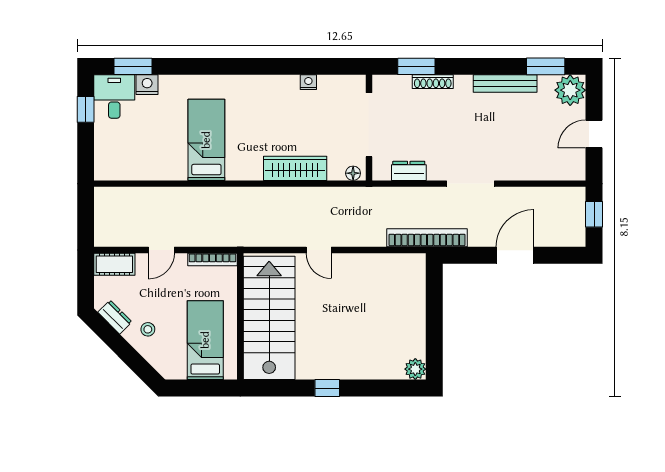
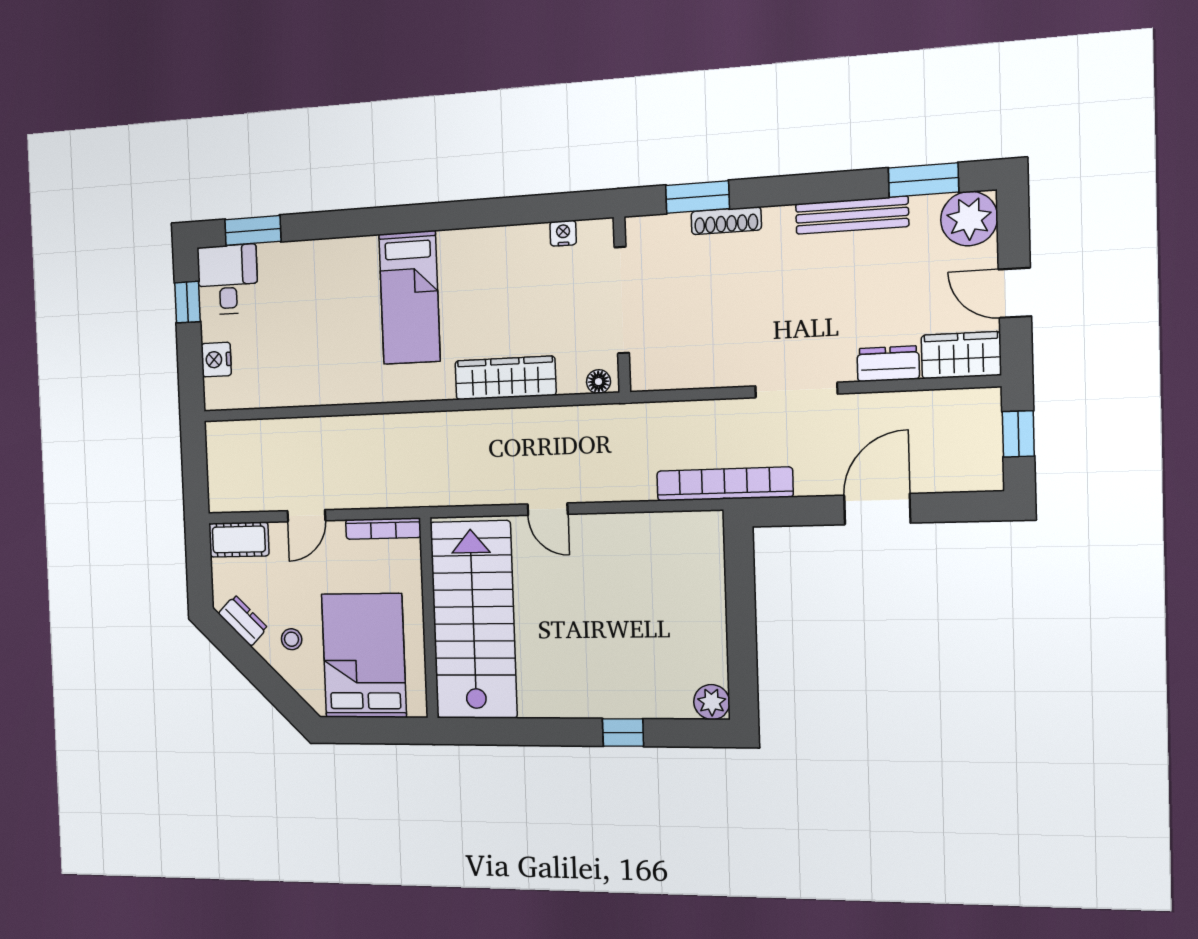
nightstand: (308, 82) -> (563, 233), moved
nightstand: (147, 85) -> (216, 360), moved, turned -90
door: (594, 134) -> (1015, 293), hinge flipped
bed: (206, 140) -> (410, 298), moved, turned 180
wardrobe: (564, 168) -> (961, 355), added
dresser: (409, 171) -> (888, 364), moved
bed: (205, 340) -> (364, 656), width x1.50
window: (327, 388) -> (623, 733), moved

